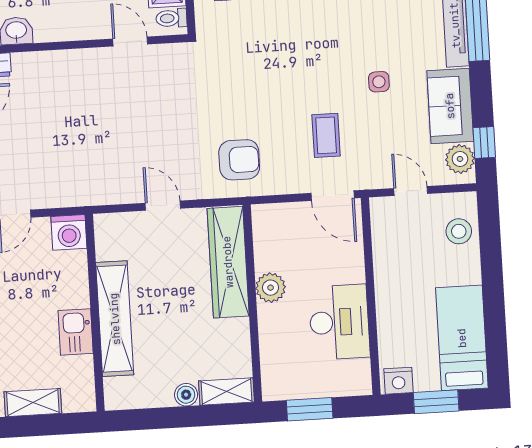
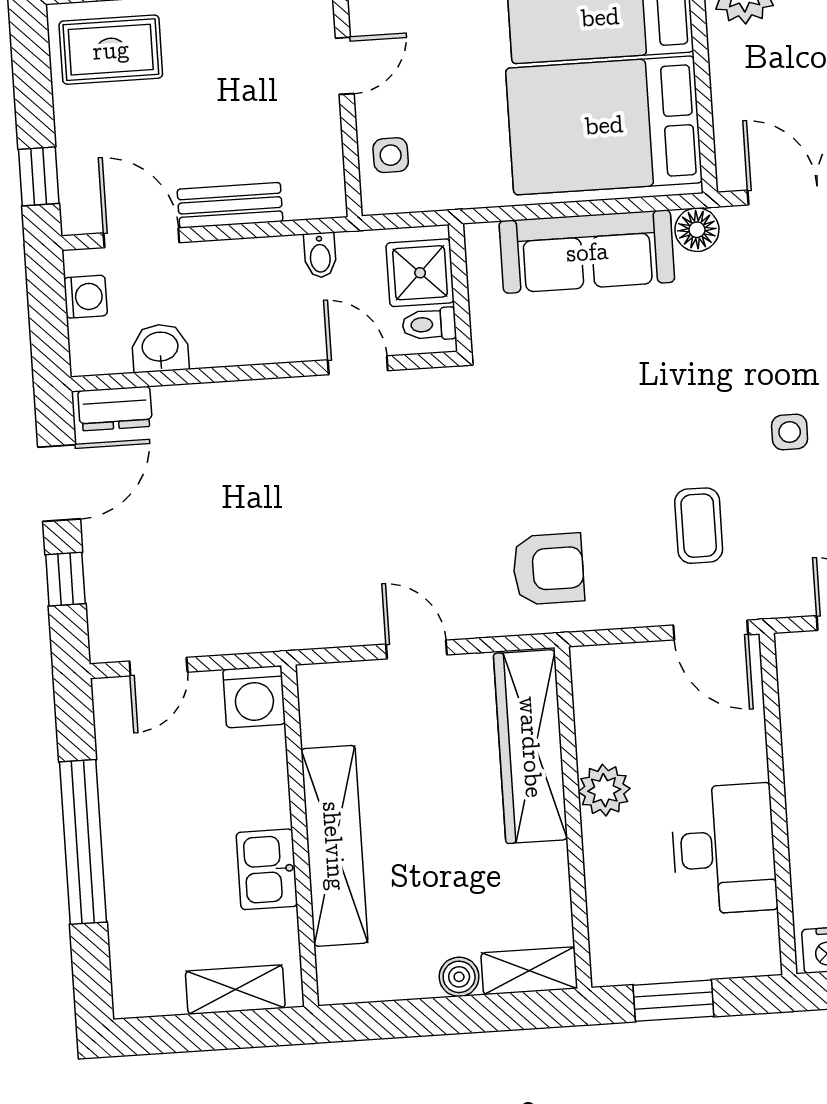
shelving: (33, 403) -> (235, 990), moved

